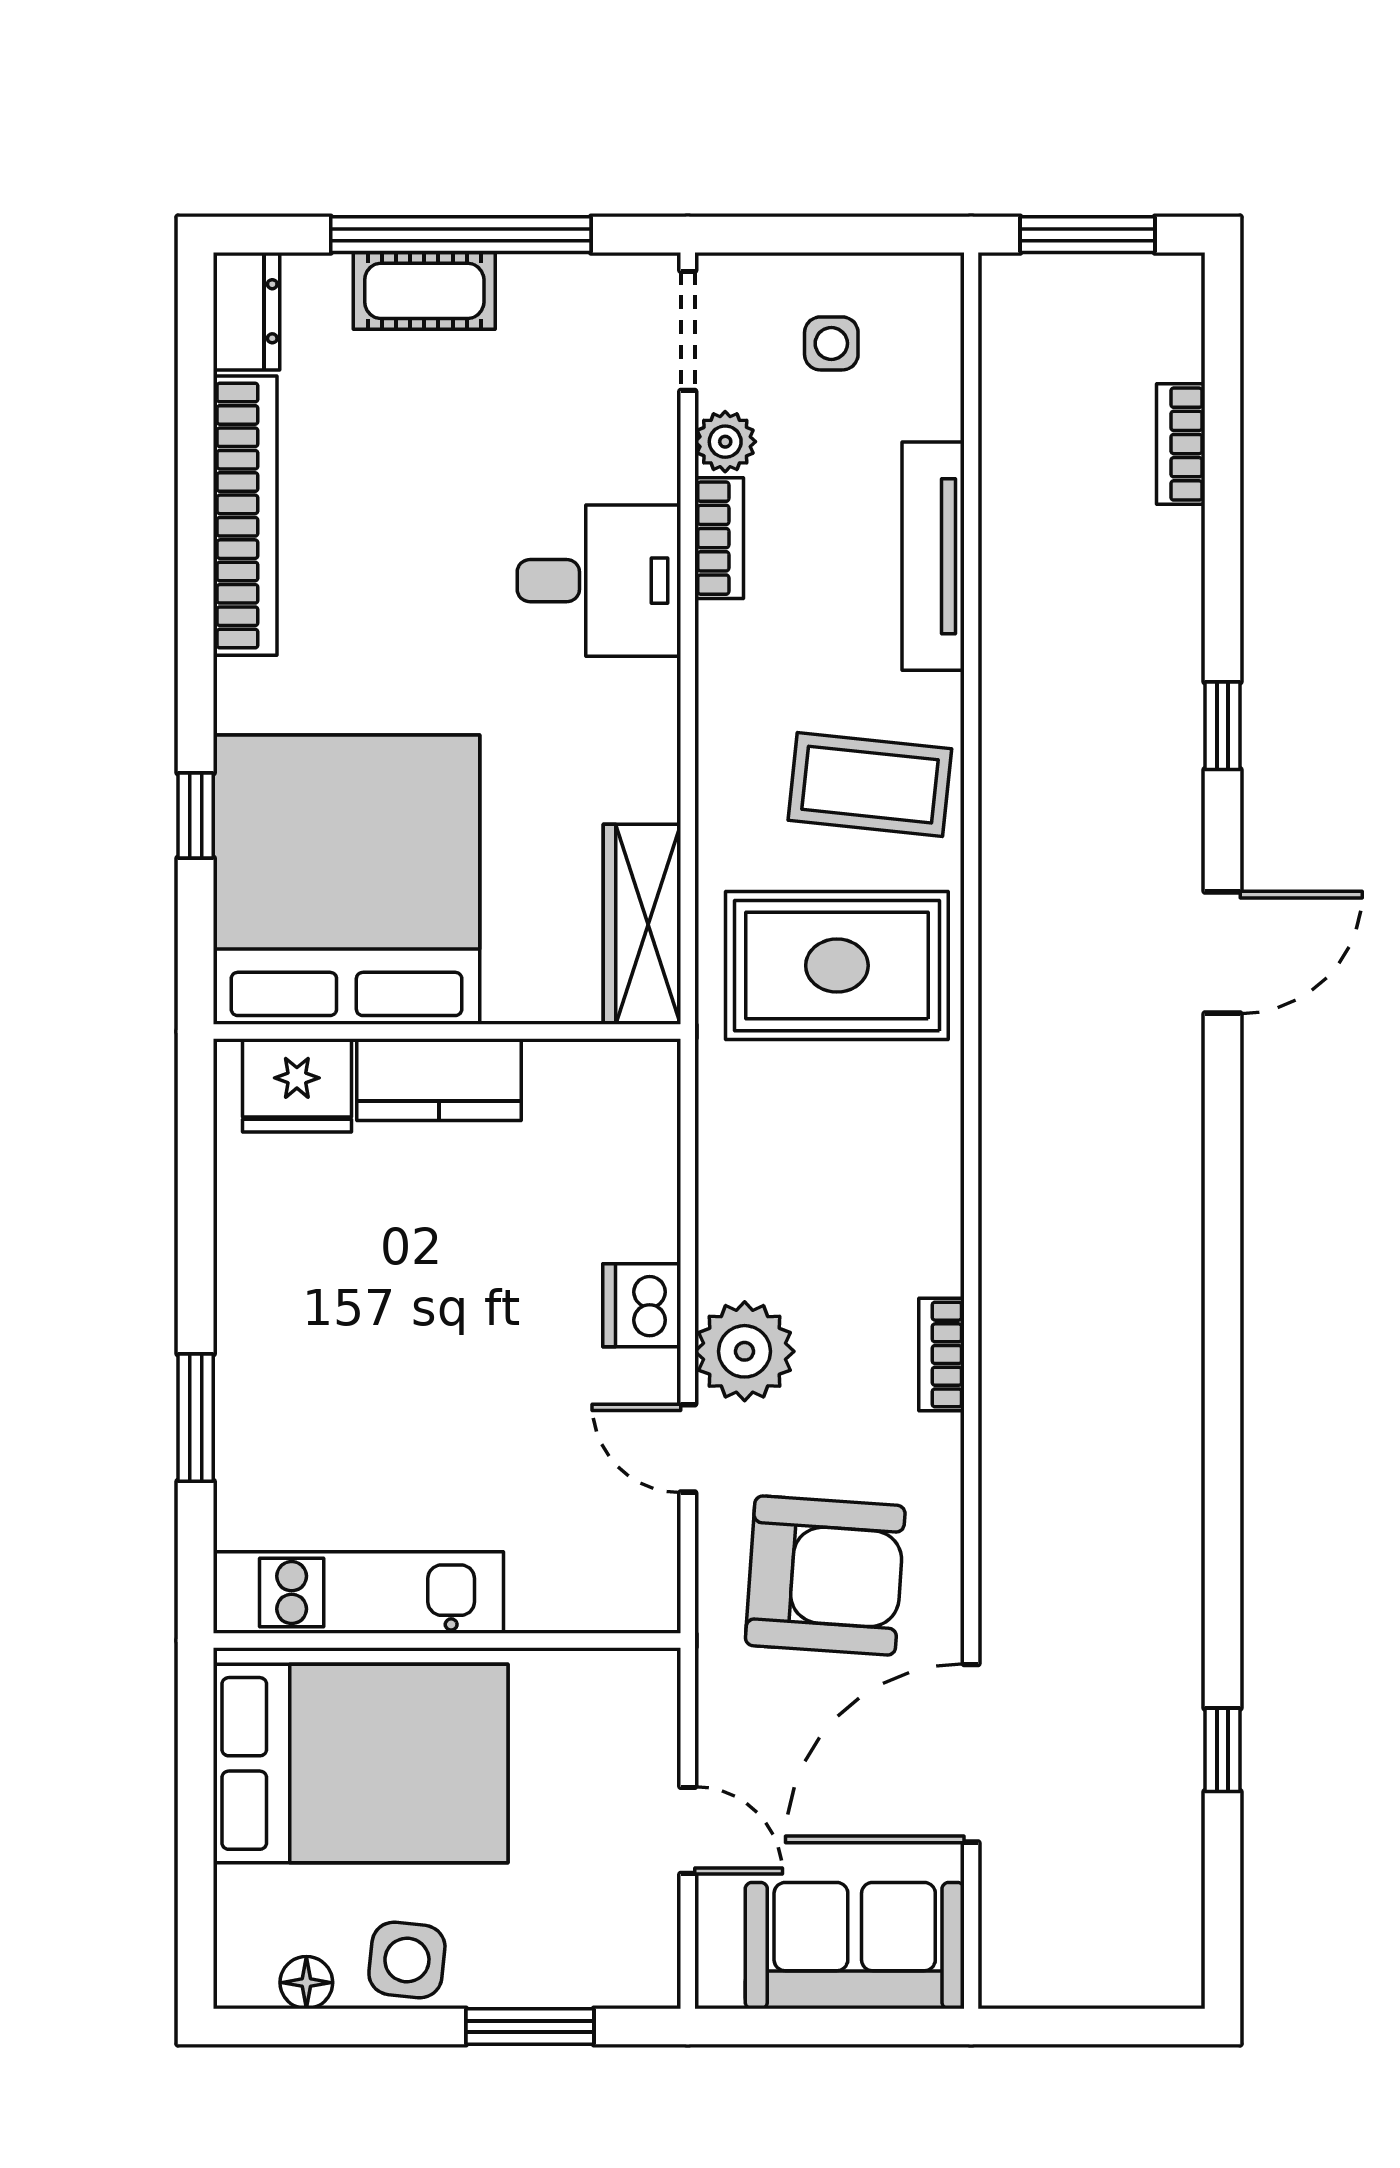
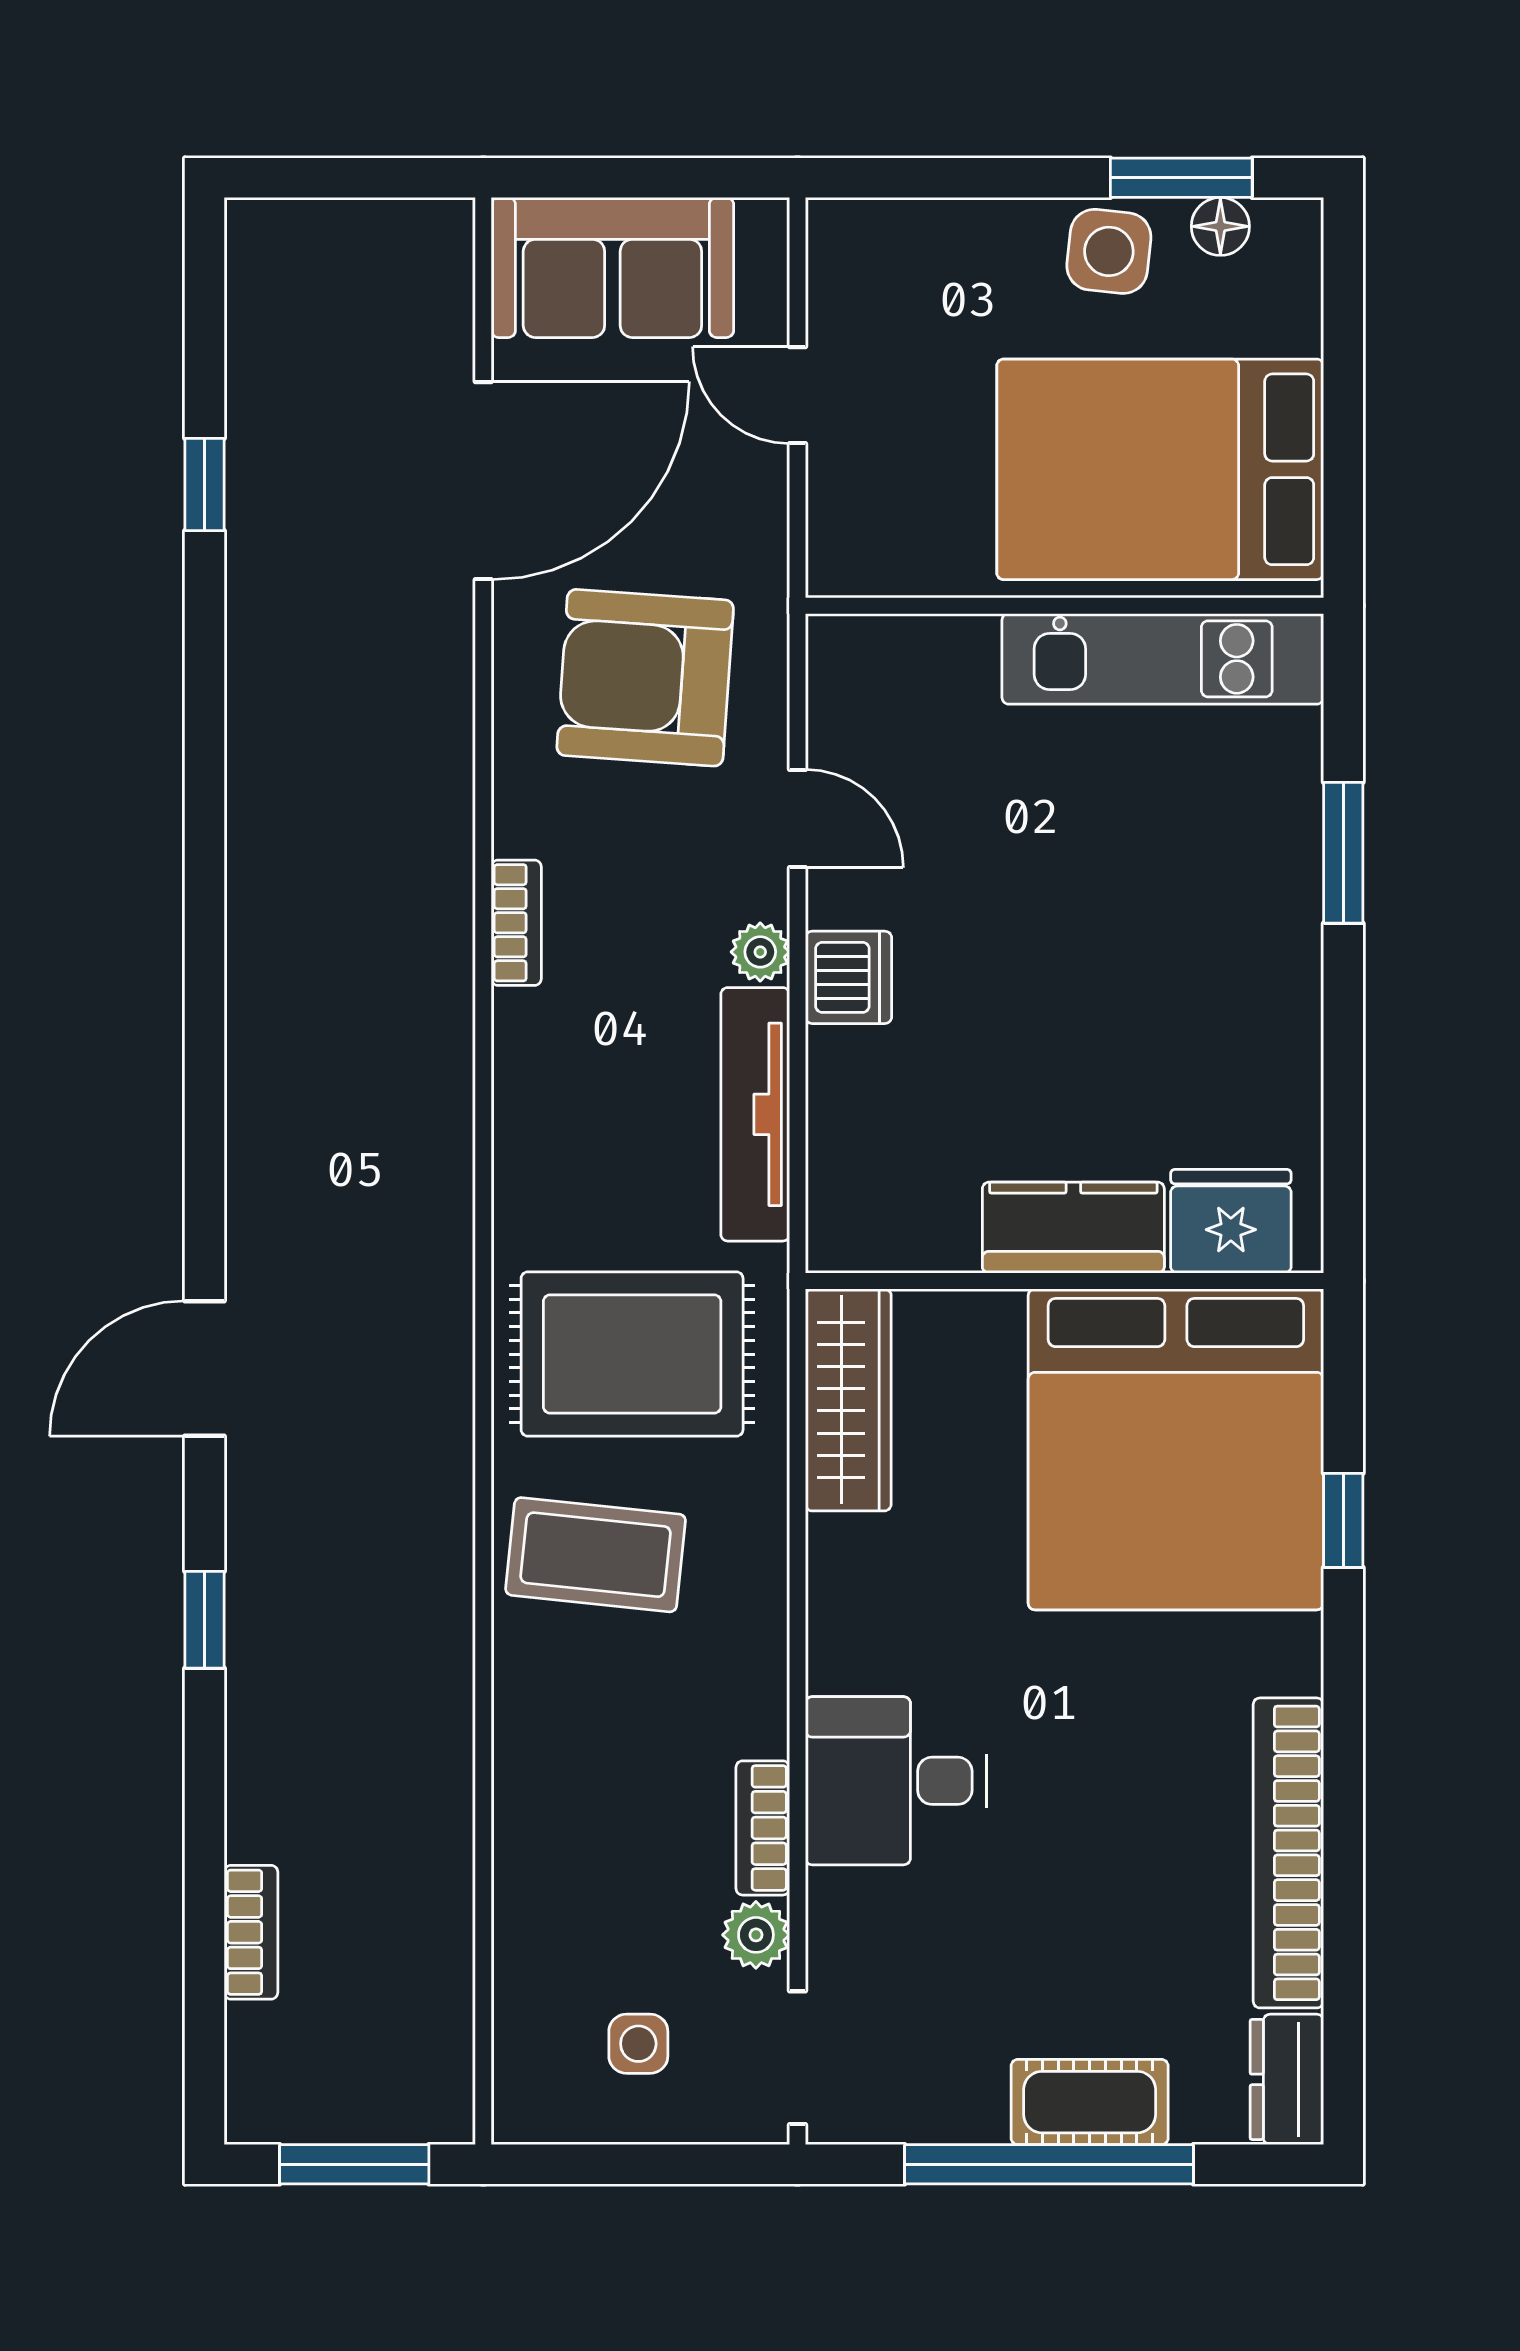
tv unit: (933, 556) -> (755, 1114), moved, turned 180
plant: (745, 1351) -> (760, 952), width x0.53, depth x0.53
window: (530, 2026) -> (1181, 178), moved

